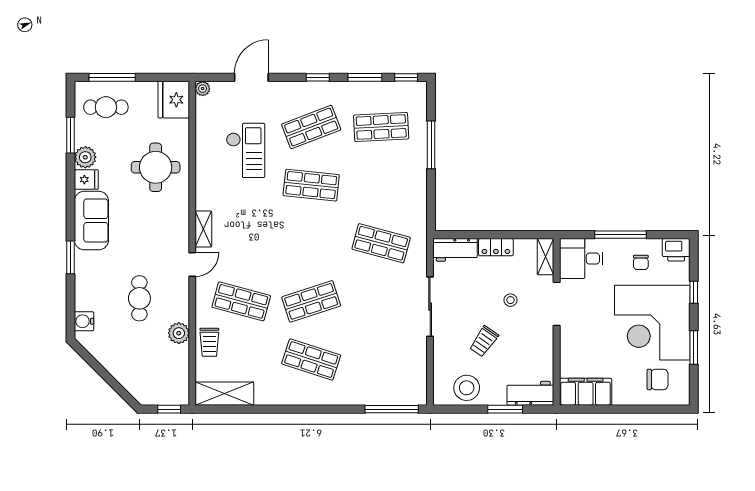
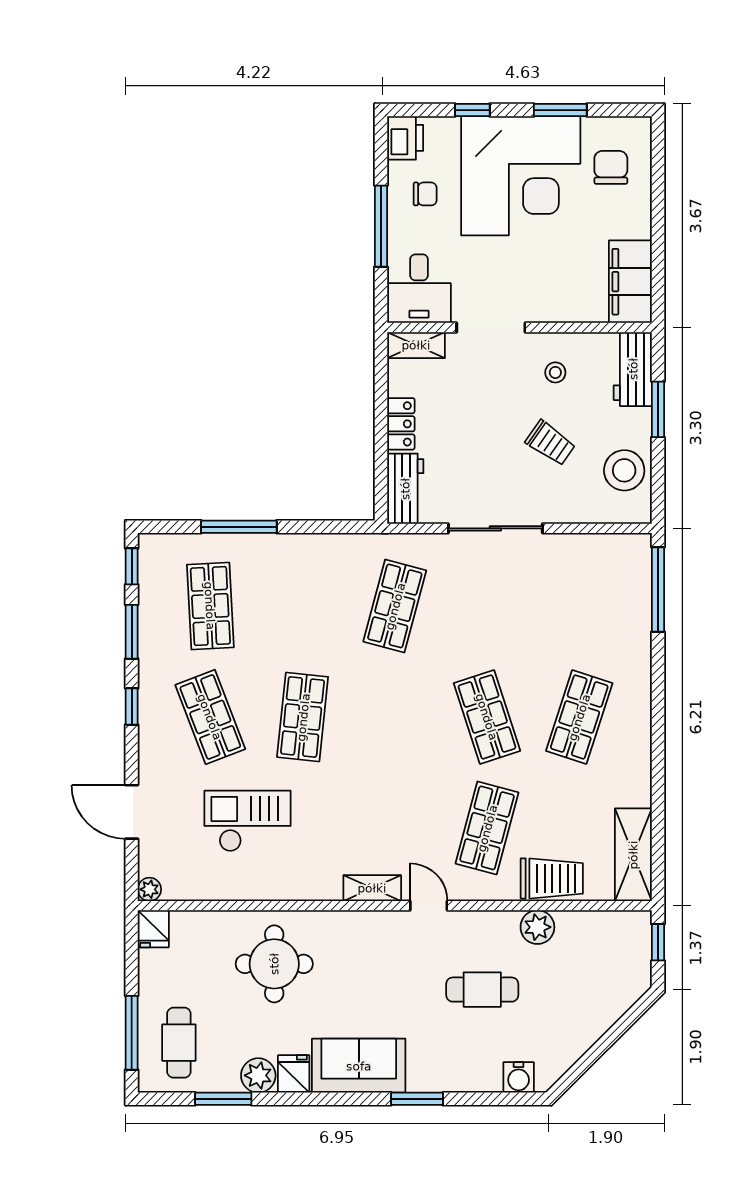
fridge: (174, 100) -> (153, 929), width x0.53, depth x0.75
stool: (510, 300) -> (555, 372), moved
trolley: (209, 342) -> (552, 878), width x1.36, depth x1.39

